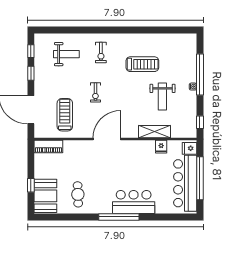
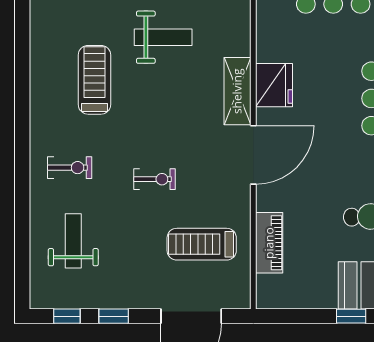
shelving: (155, 132) -> (237, 91), moved
door: (107, 139) -> (253, 155), swing flipped
piano: (48, 147) -> (269, 243), moved
fridge: (161, 147) -> (274, 85), moved, width x1.88, depth x1.34

